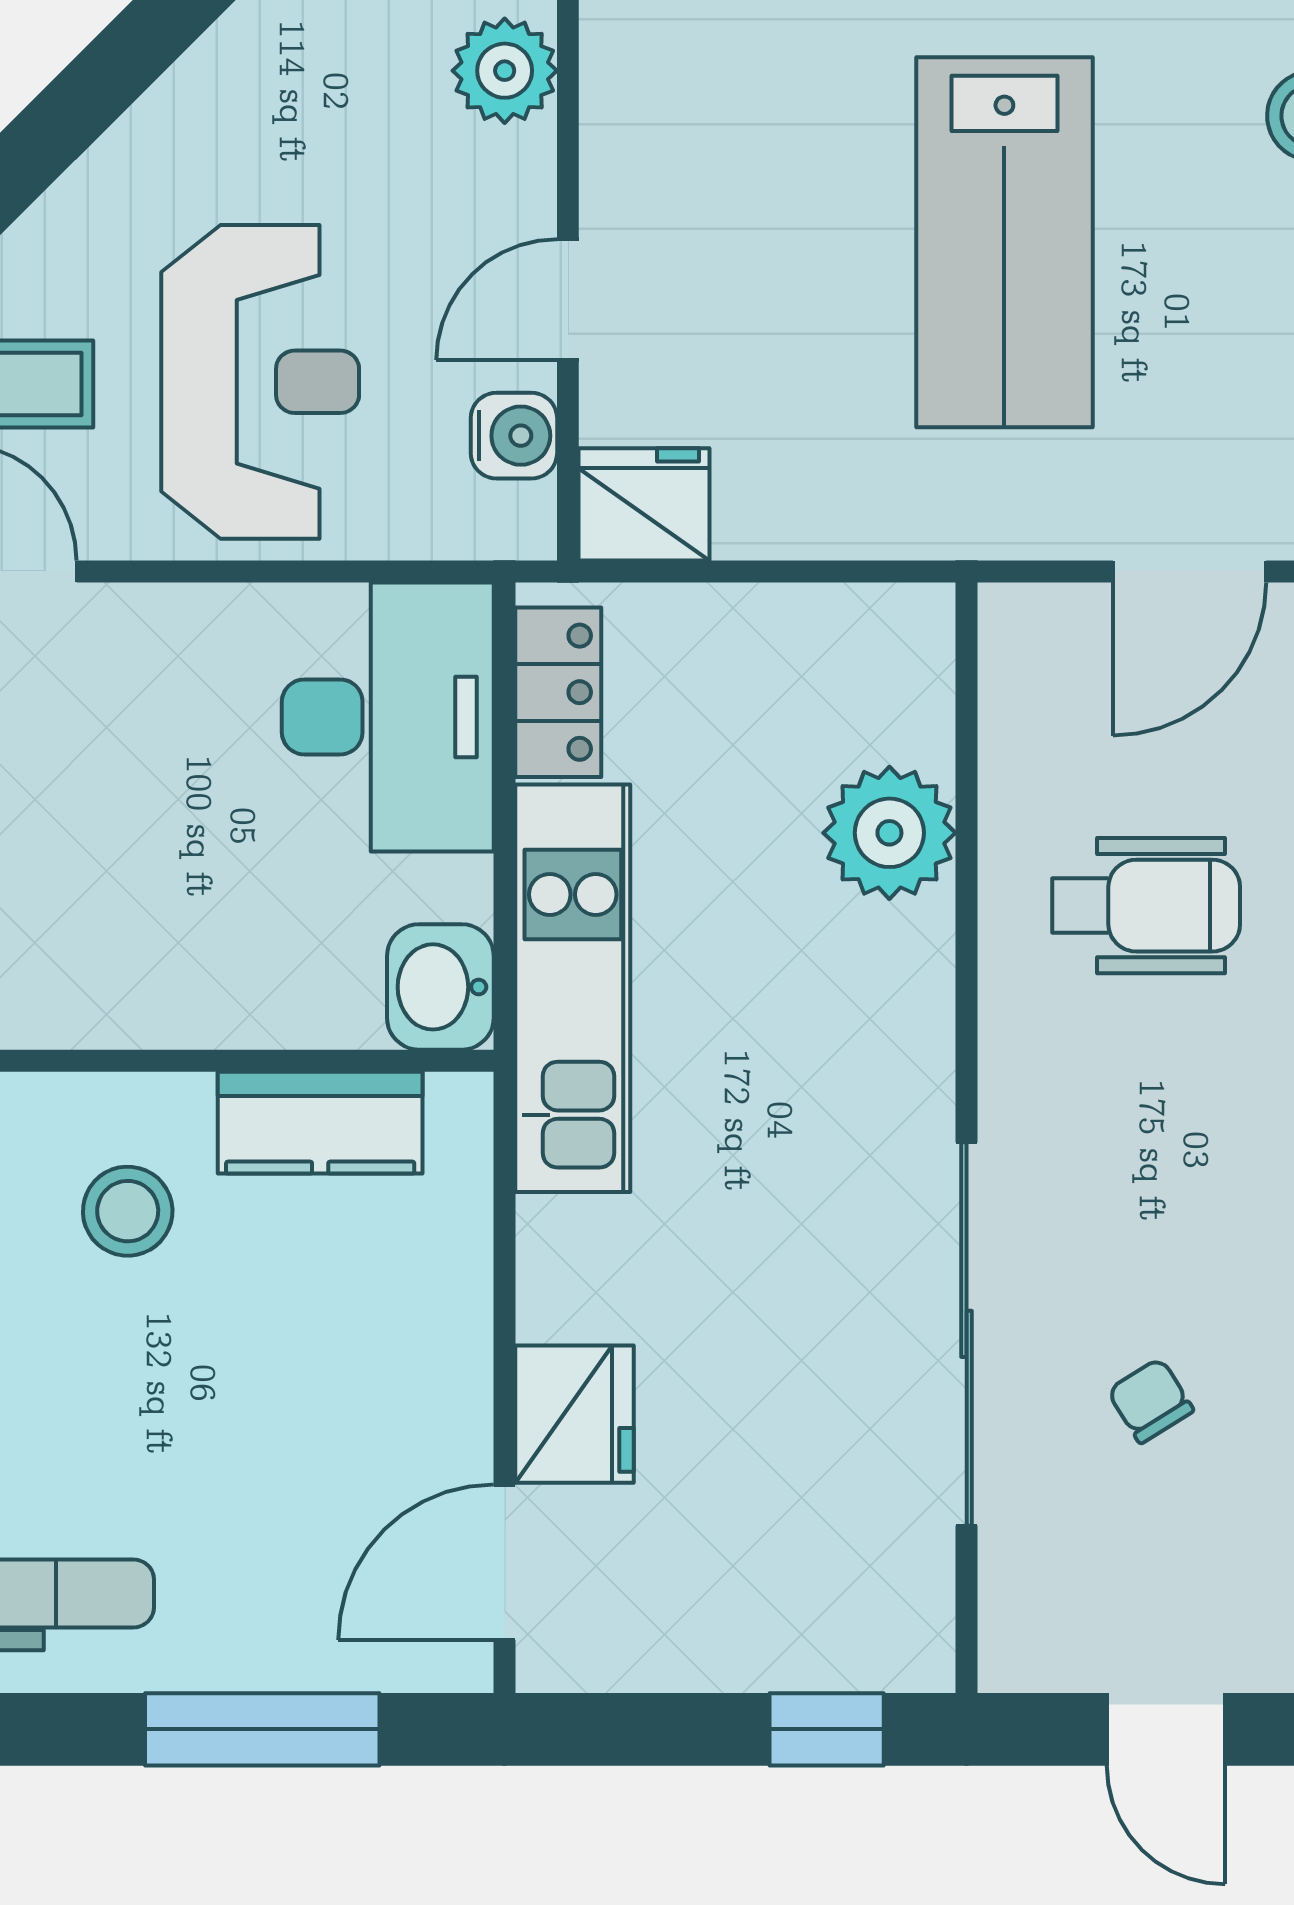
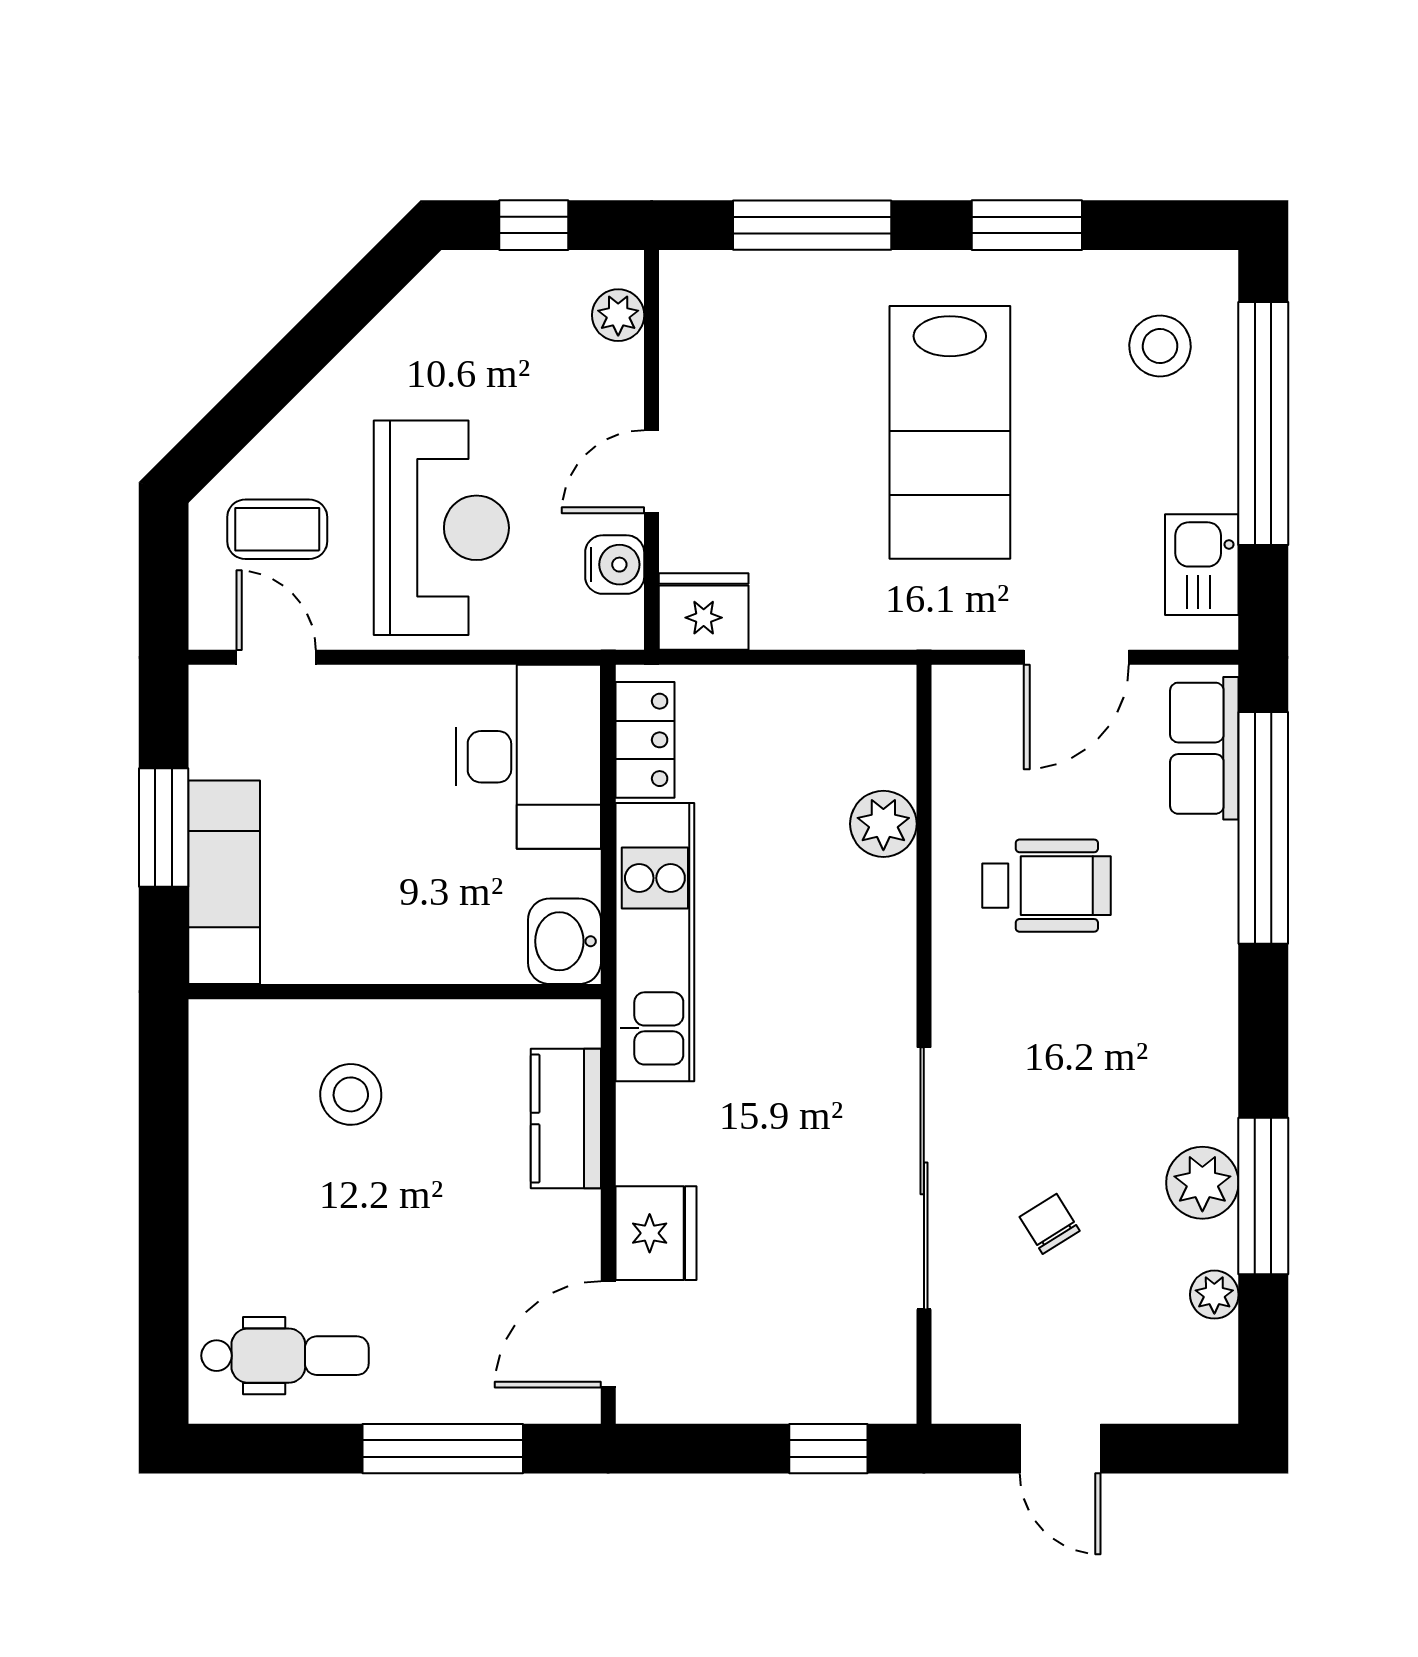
plant: (505, 71) -> (618, 315), width x0.73, depth x0.73
plant: (889, 833) -> (883, 824), width x0.73, depth x0.73
kitchen counter: (320, 1123) -> (566, 1118), moved, turned 90

